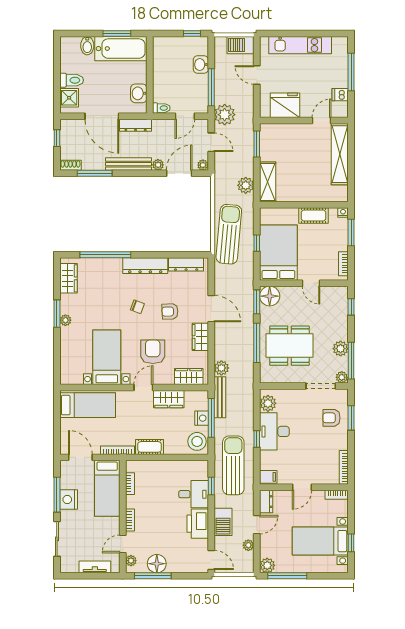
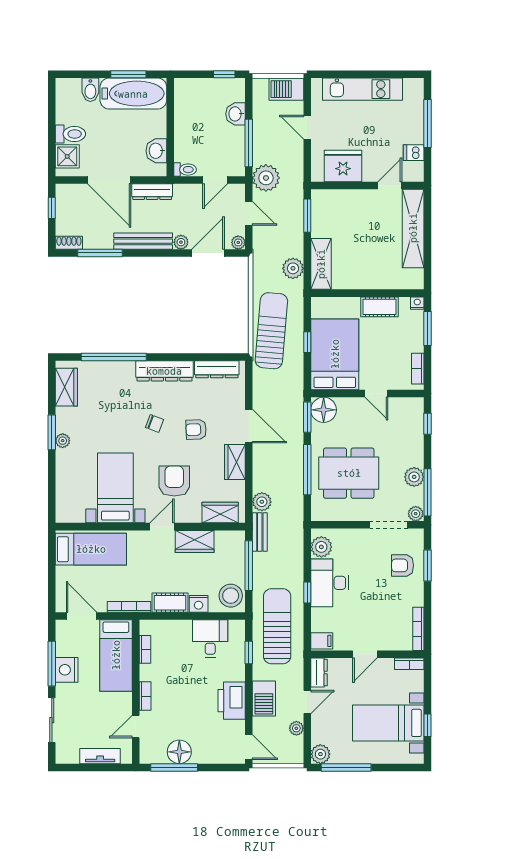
bench: (220, 397) -> (260, 532), width x0.73
nightstand: (202, 418) -> (199, 604), moved, turned 90
desk: (194, 494) -> (210, 639), moved, turned -90
plant: (131, 561) -> (146, 748), removed

